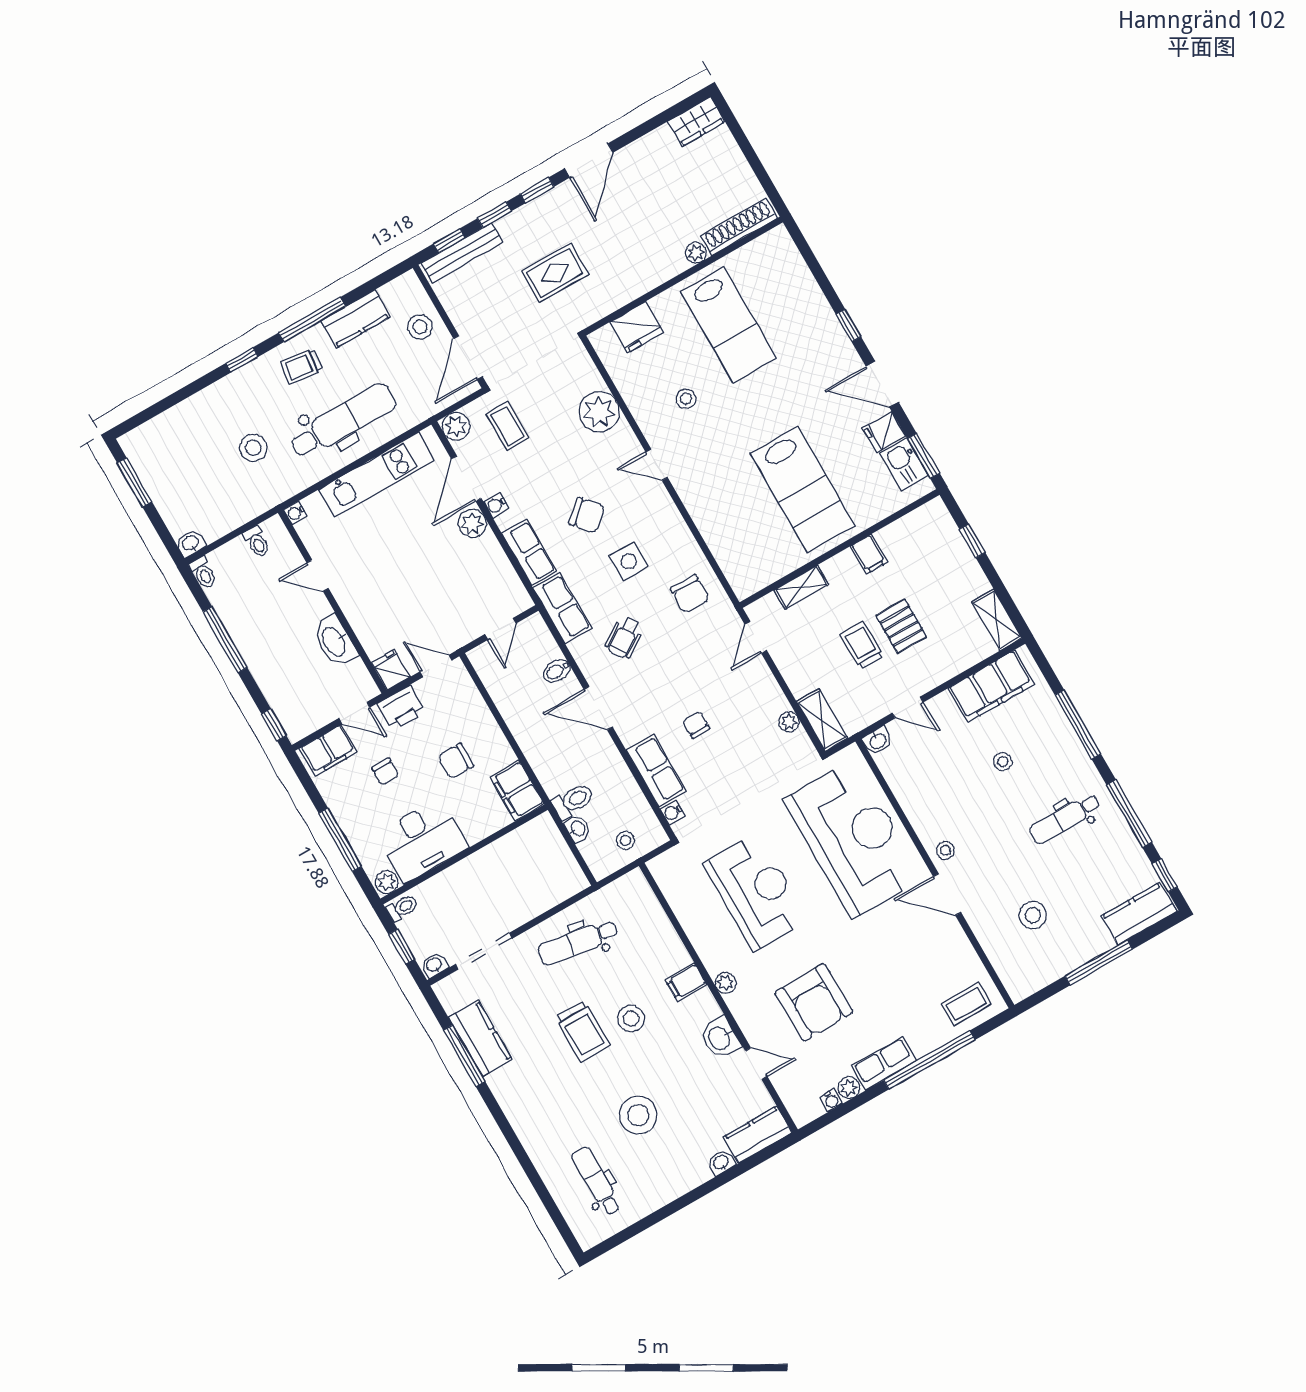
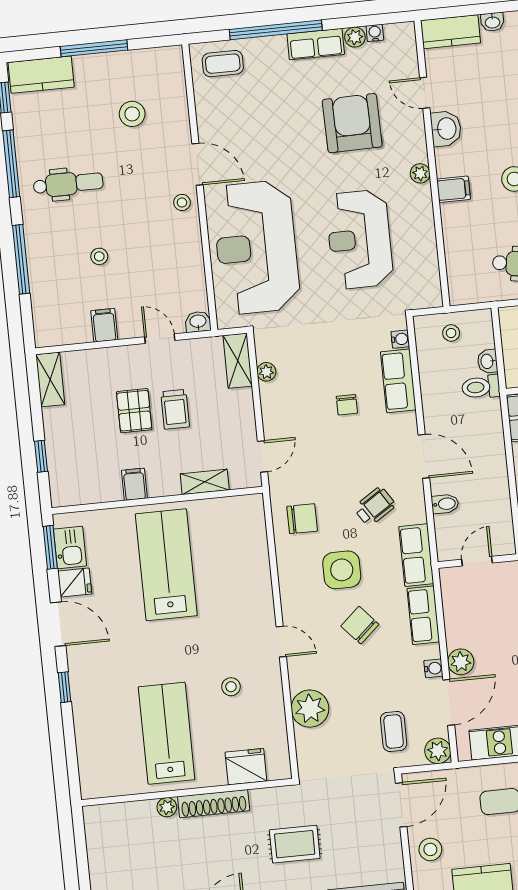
shoe rack: (739, 227) -> (214, 804), moved
side table: (629, 561) -> (342, 570), width x1.37, depth x1.37
chair: (690, 594) -> (302, 519), turned 90
filing cabinet: (991, 686) -> (104, 325), width x0.33, depth x0.86

